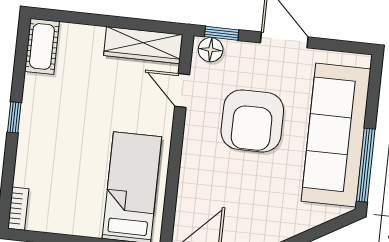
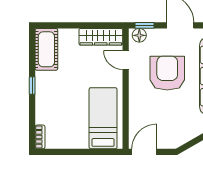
cot: (42, 46) -> (46, 49), width x1.37, depth x1.34
armchair: (252, 121) -> (167, 73), turned 180

